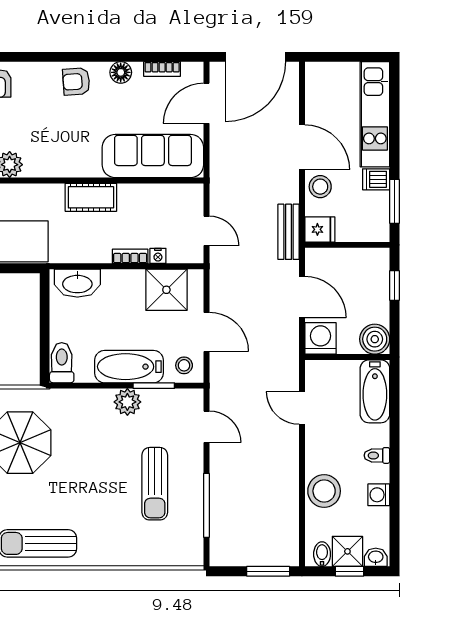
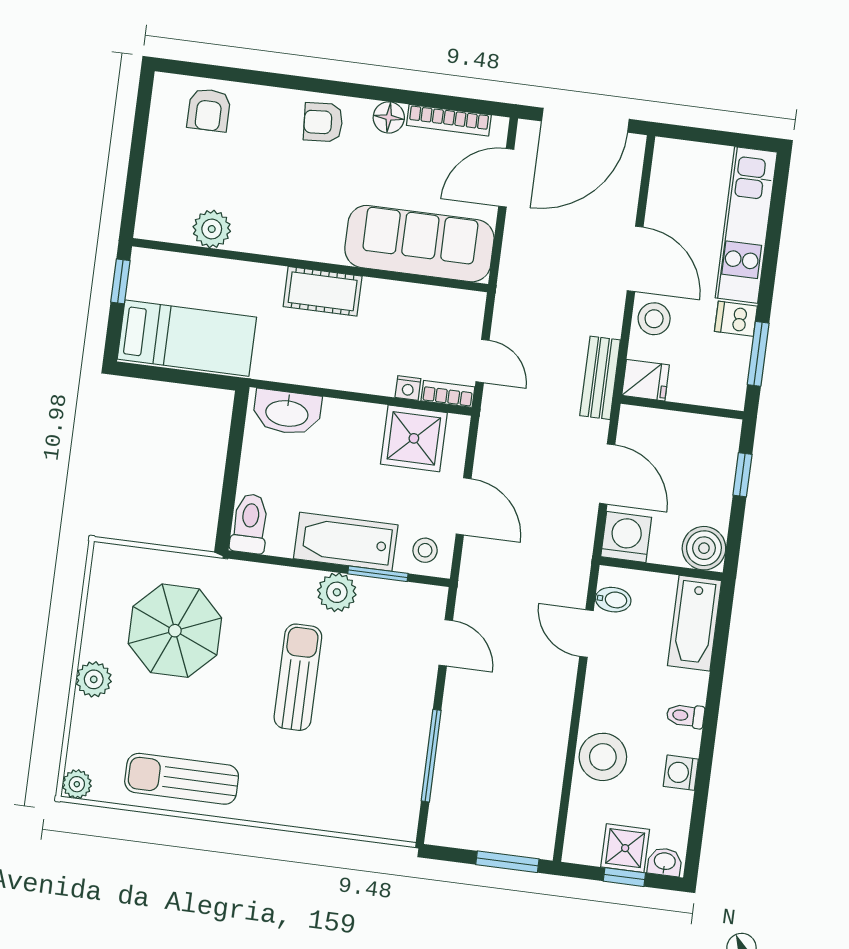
bookcase: (162, 69) -> (449, 120), width x1.56
bookcase: (130, 256) -> (448, 394), moved
sun lounger: (155, 484) -> (298, 677), moved, turned 180
bidet: (322, 554) -> (613, 600), moved, turned 90

